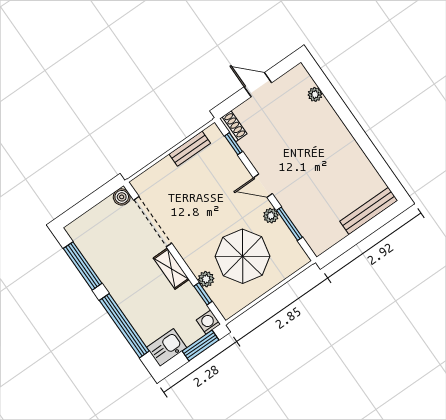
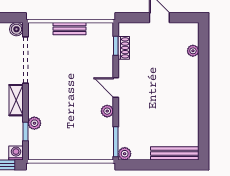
shoe rack: (233, 126) -> (124, 48), moved
bench: (190, 149) -> (70, 29), moved
window: (289, 224) -> (116, 142), moved
plant: (318, 246) -> (125, 154), added
parasol: (243, 256) -> (69, 125), removed

